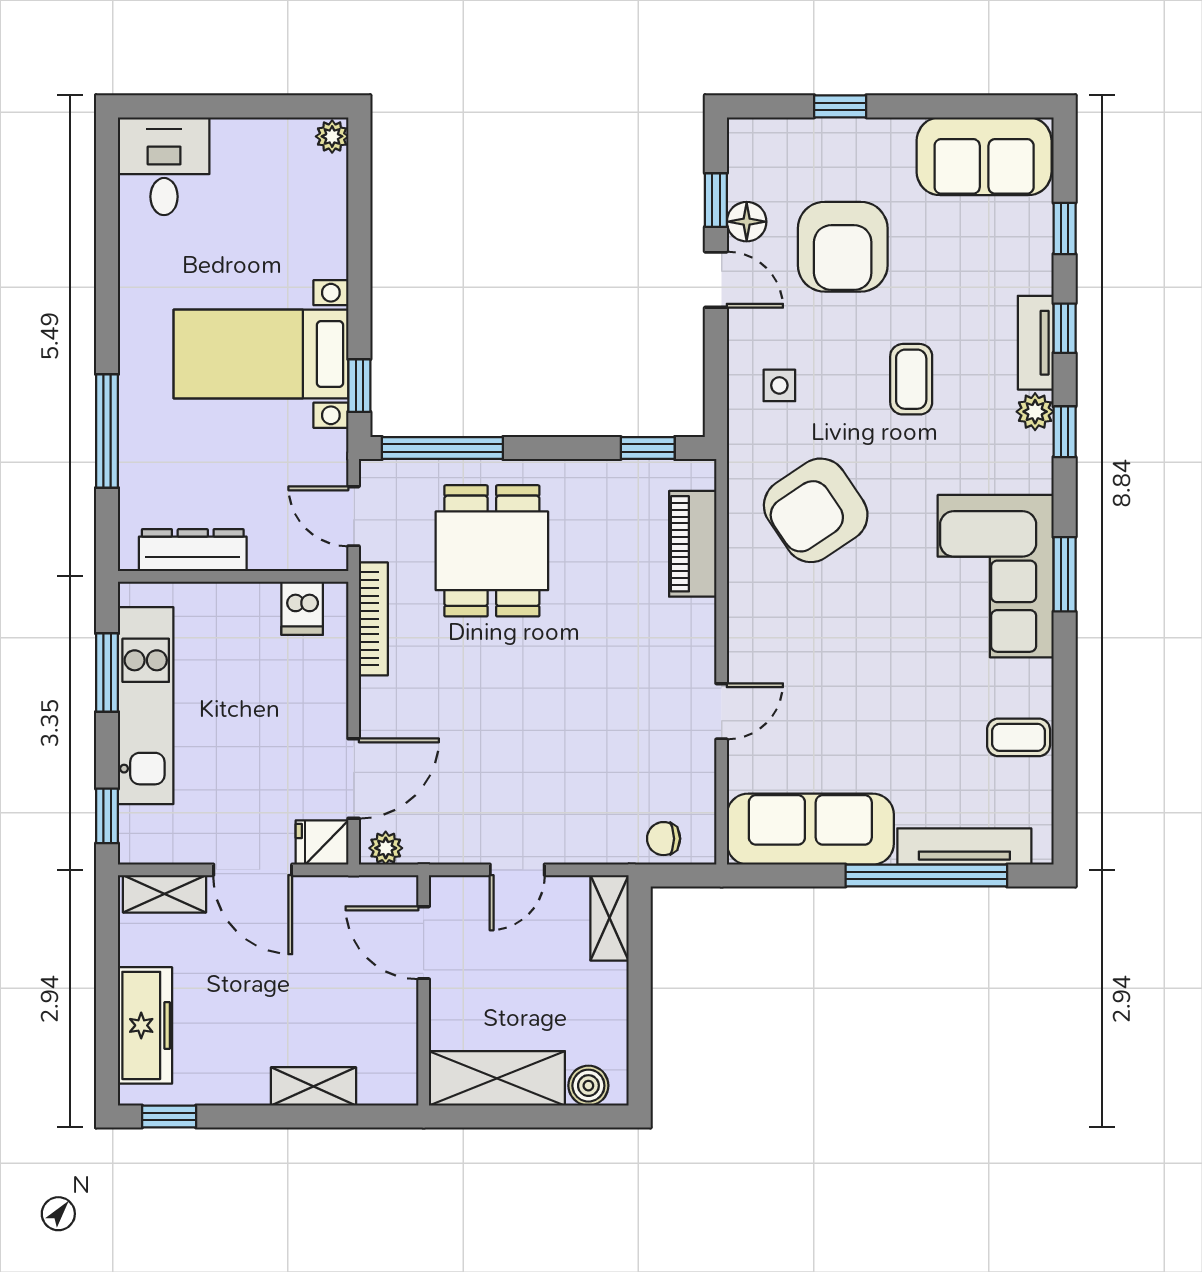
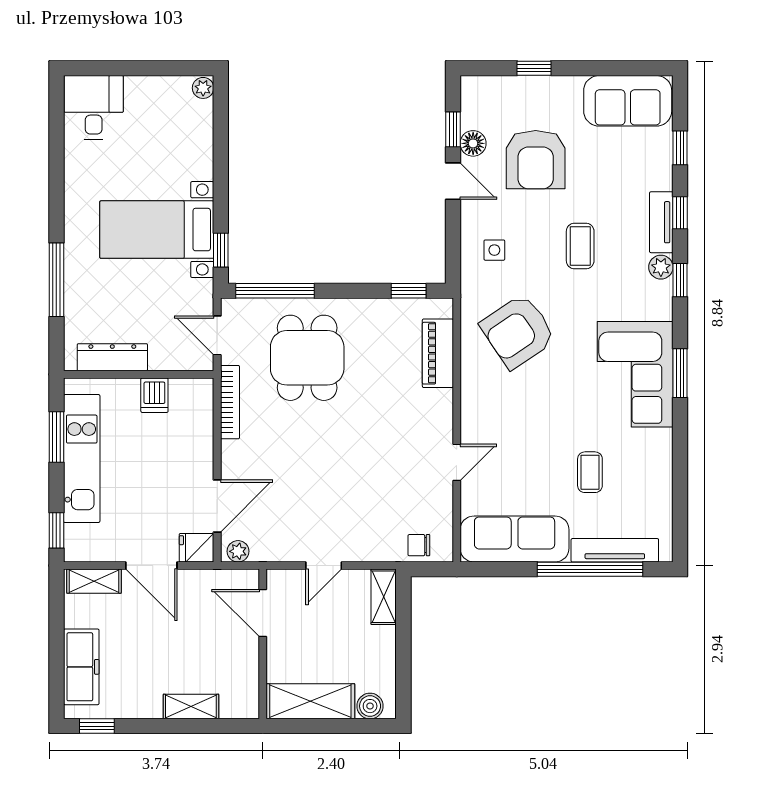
dishwasher: (302, 608) -> (154, 395), moved
coffee table: (1019, 737) -> (590, 472), moved, turned 90

